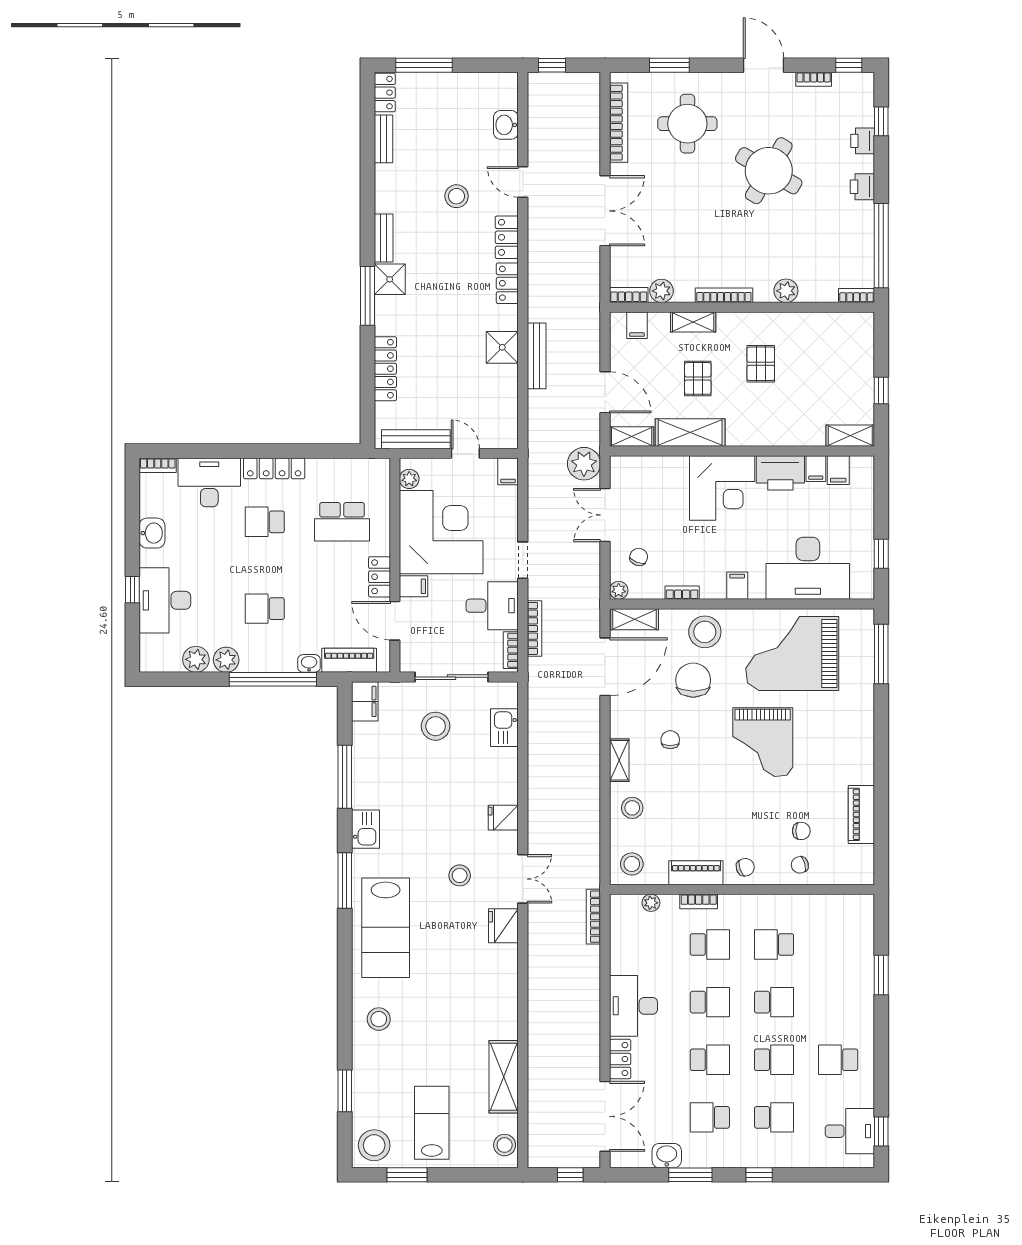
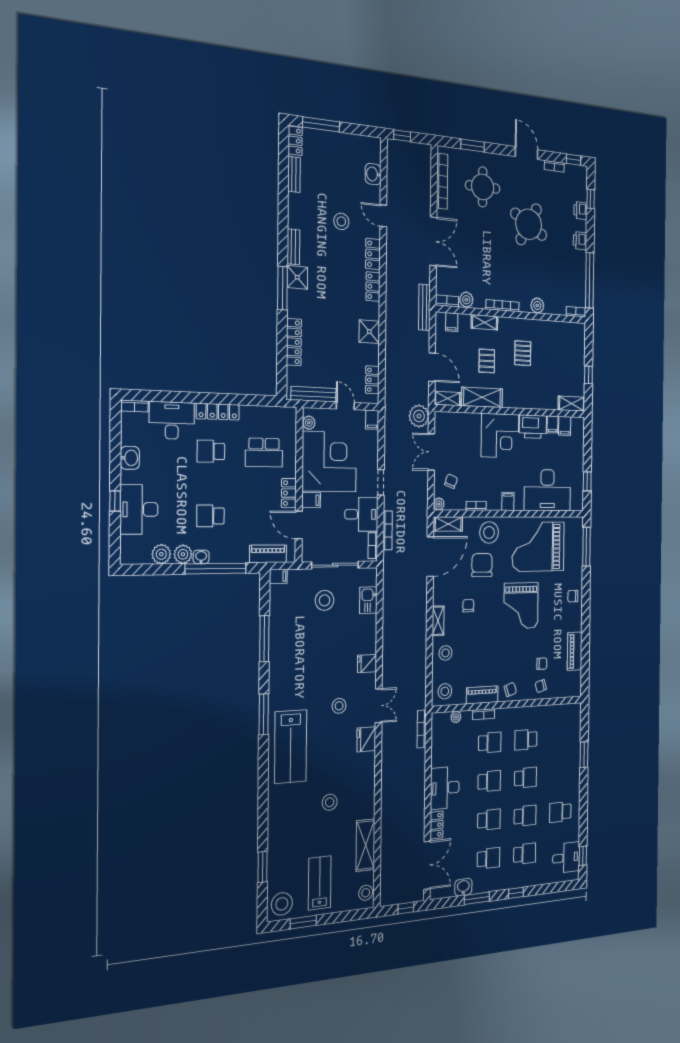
bench: (537, 356) -> (424, 307), moved
locker: (508, 415) -> (372, 380), added
washbasin: (309, 663) -> (201, 557), moved
filing cabinet: (365, 701) -> (278, 576), width x0.50
chair: (857, 730) -> (573, 596), added
kitchen sink: (366, 829) -> (278, 676), removed
stool: (379, 1019) -> (330, 802), moved
school desk: (710, 1117) -> (488, 858), turned 180

